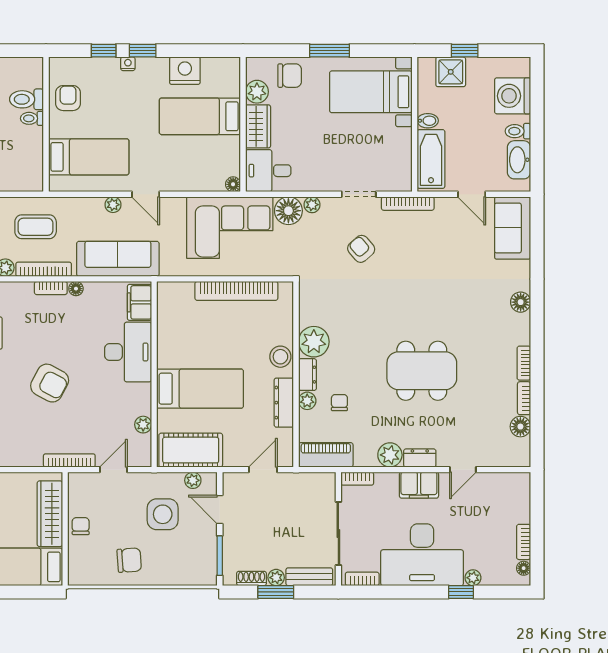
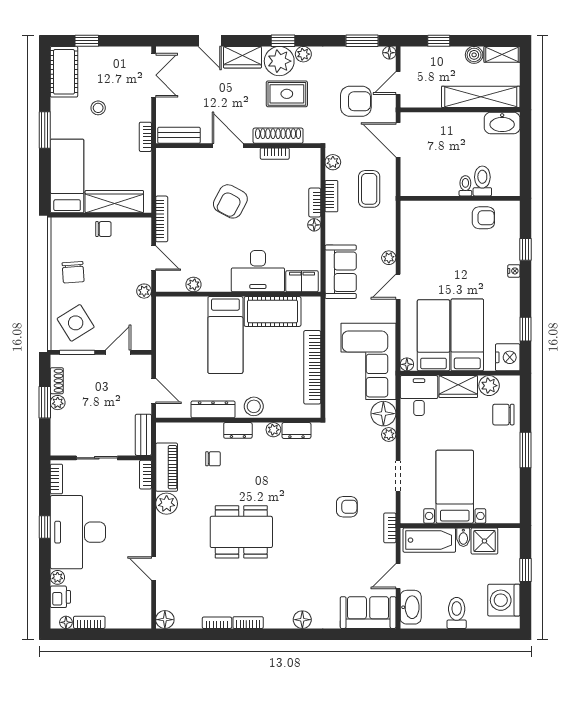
window: (143, 51) -> (526, 329), moved
nightstand: (185, 71) -> (508, 357), moved
shower: (451, 72) -> (484, 541), moved
chair: (290, 76) -> (503, 415), turned 90
bed with nightstands: (371, 92) -> (455, 487), moved
washing machine: (513, 96) -> (504, 600), moved, turned -90
toilet: (518, 131) -> (457, 613), width x1.37, depth x1.39
bed: (89, 157) -> (433, 335), moved, turned 180
washbasin: (519, 160) -> (411, 607), moved, turned 90
bookcase: (408, 204) -> (390, 528), width x0.64
armchair: (361, 249) -> (347, 507), moved, turned 41
sofa: (118, 259) -> (341, 272), width x0.73
bookcase: (44, 269) -> (331, 196), width x0.64
plant: (314, 342) -> (273, 430), width x0.53, depth x0.53
dining table: (422, 371) -> (241, 532), turned 90
plant: (307, 401) -> (215, 430), removed
floor lamp: (520, 427) -> (165, 620), moved
cot: (191, 450) -> (273, 311), moved, turned 90
piano: (326, 455) -> (167, 467), moved
dresser: (420, 458) -> (296, 430), moved, turned 90
plant: (193, 480) -> (144, 291), moved
filing cabinet: (419, 485) -> (140, 529), removed
side table: (163, 514) -> (76, 323), moved, turned -32
sliding door: (338, 534) -> (97, 458), width x0.73
printer: (495, 574) -> (60, 597), added
bench: (309, 577) -> (143, 435), moved
window: (461, 592) -> (45, 527), moved

